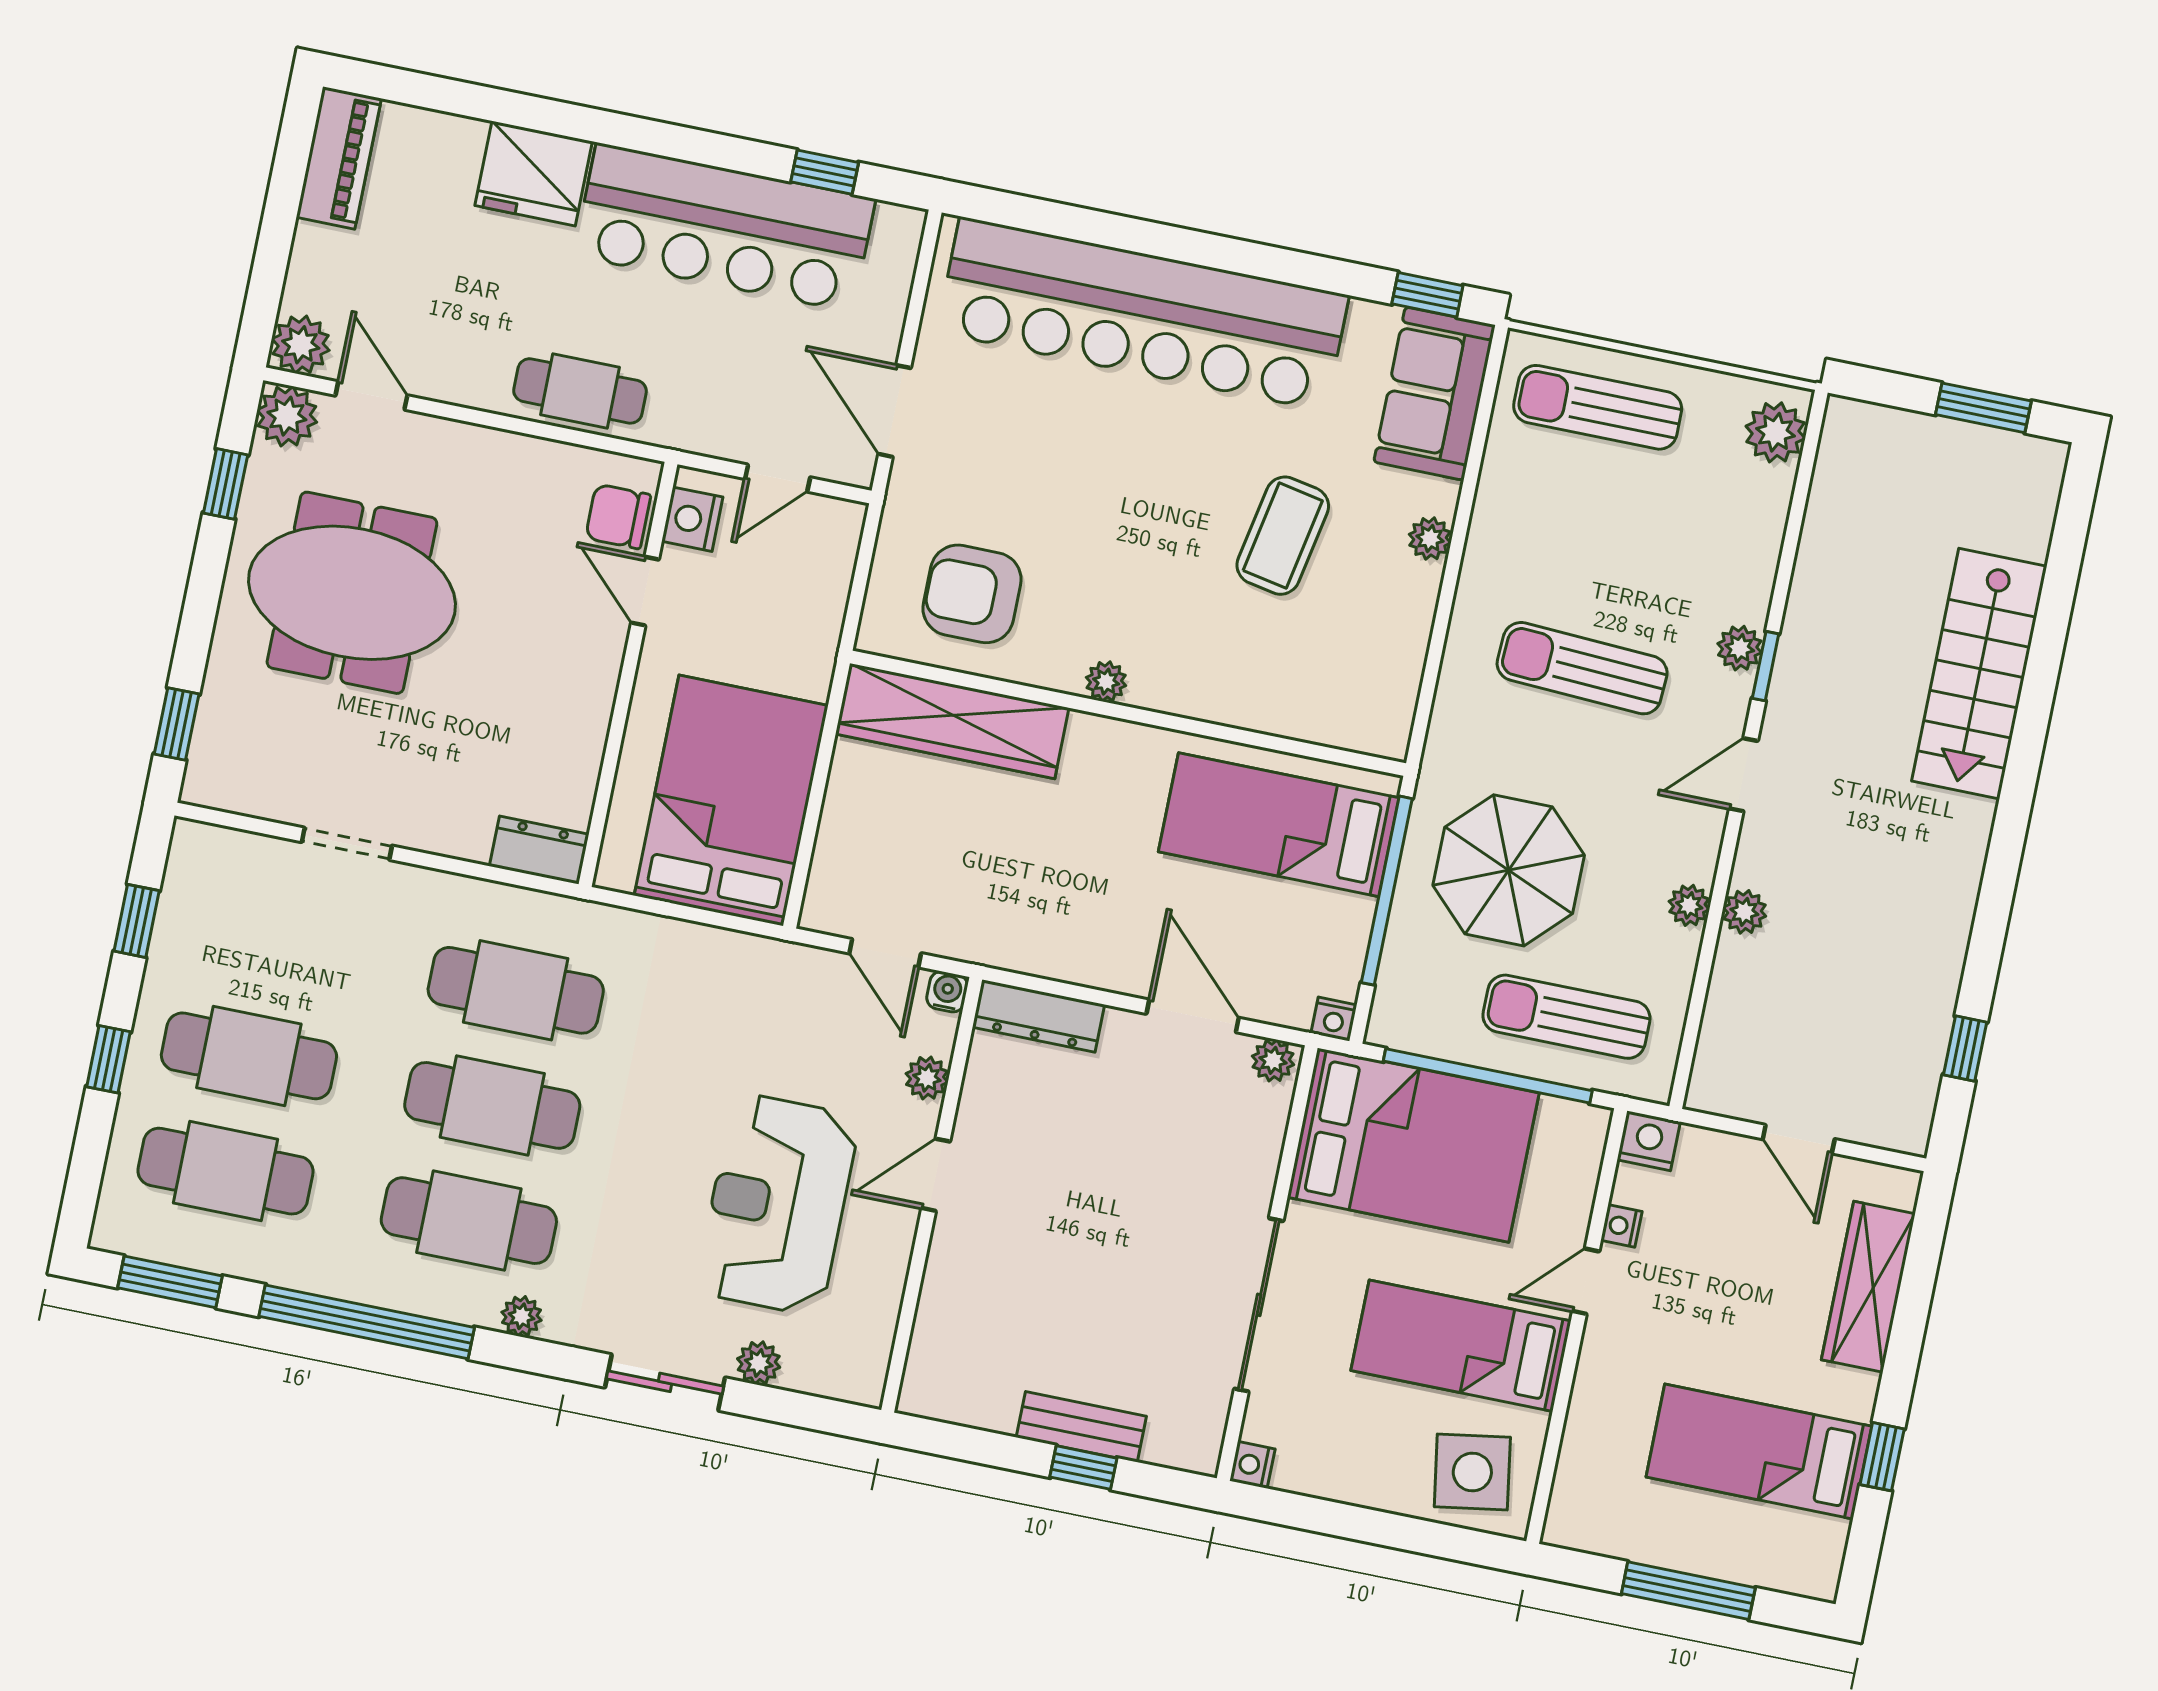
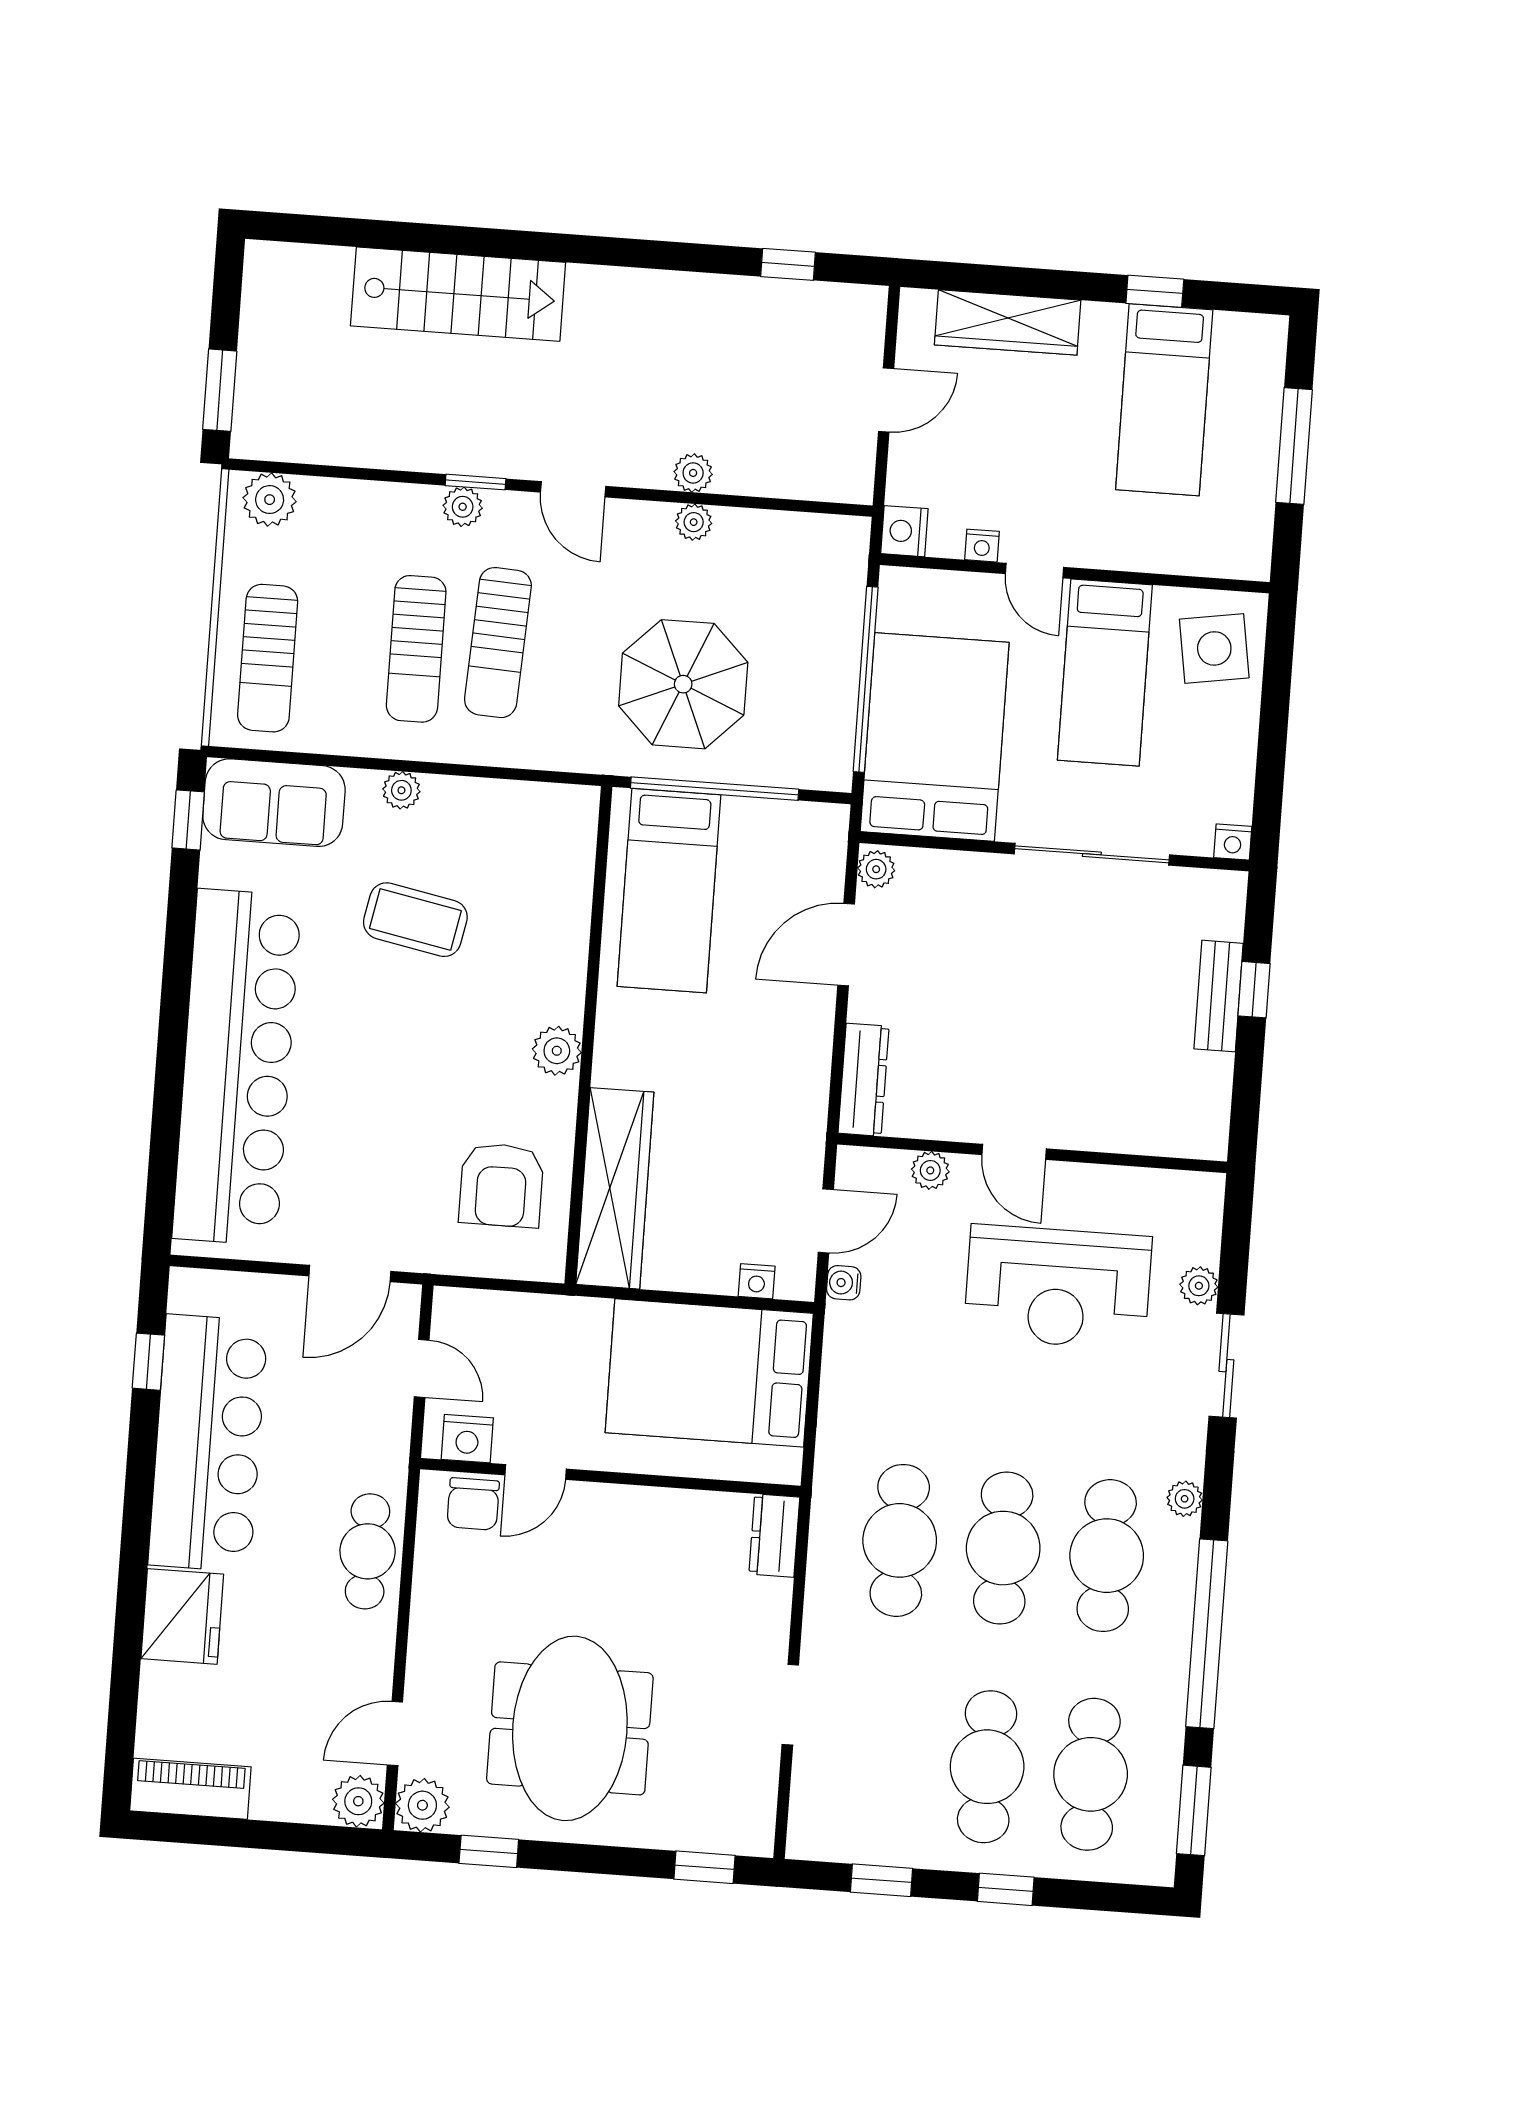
window: (1983, 408) -> (220, 390), moved
plant: (1106, 682) -> (557, 1051), width x1.38, depth x1.38
water cooler: (947, 992) -> (844, 1283), moved
sun lounger: (1566, 1017) -> (416, 649), moved
nightstand: (1334, 1019) -> (757, 1281), moved, turned 90

